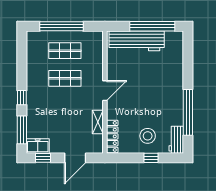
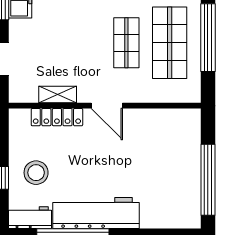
workbench: (137, 41) -> (96, 213), moved, turned 90
shop shelf: (65, 51) -> (170, 43), width x1.43, depth x1.36
locker: (112, 136) -> (57, 117), moved

